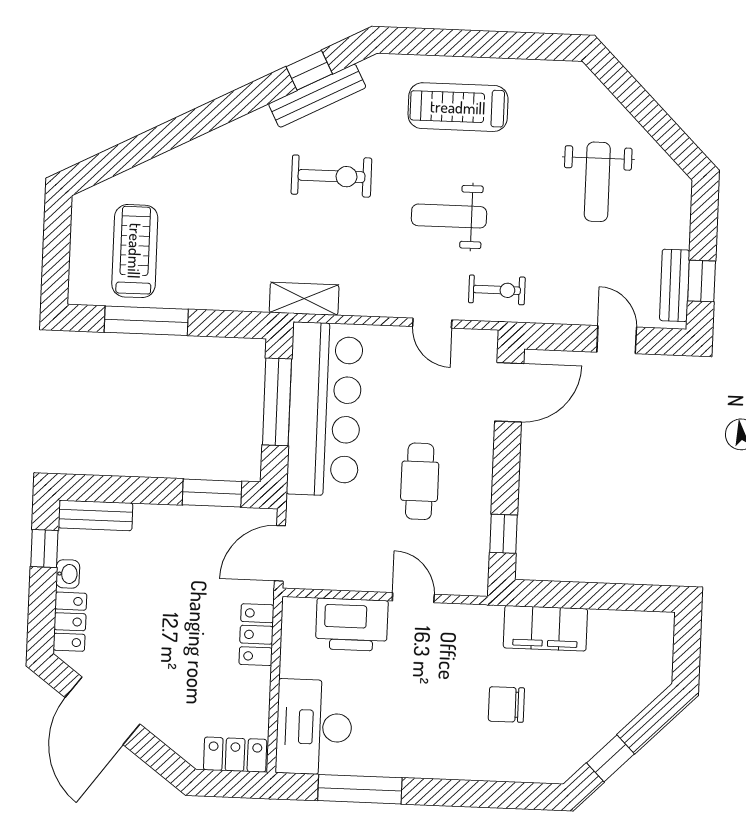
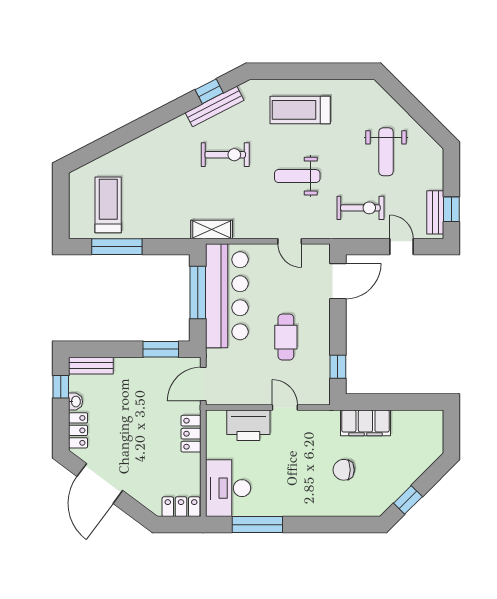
exercise bike: (497, 290) -> (360, 208), moved, width x1.38, depth x1.39

